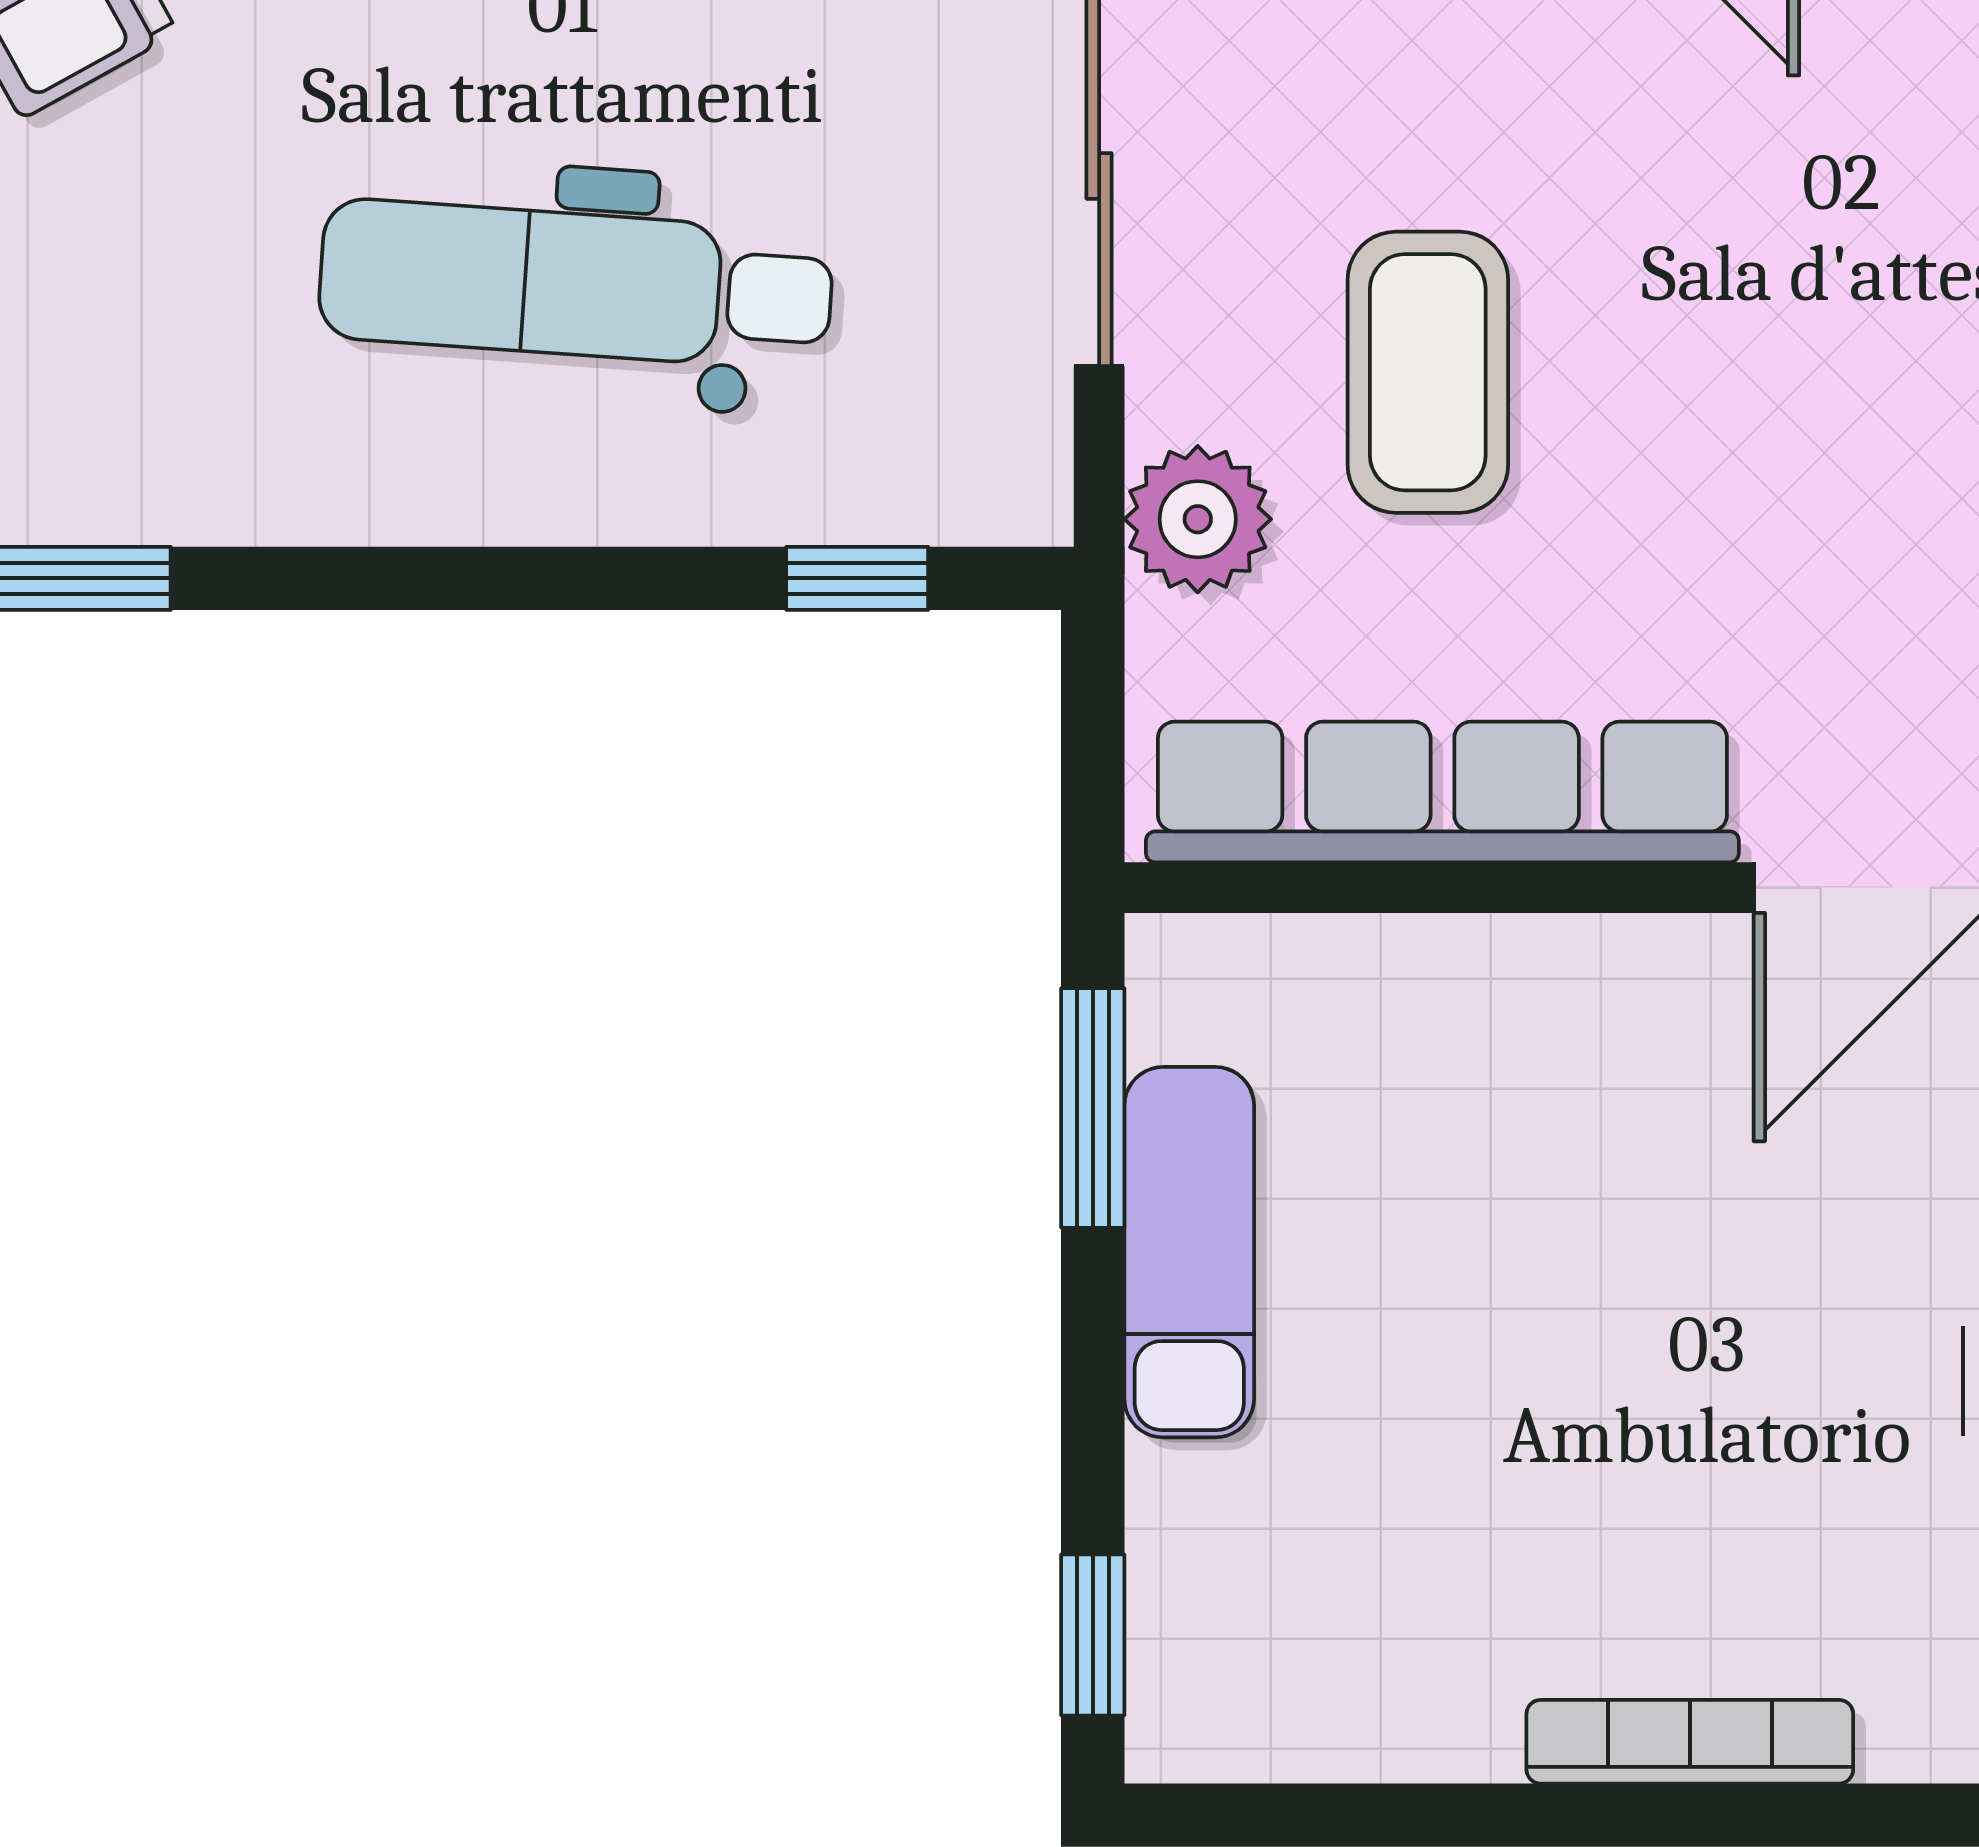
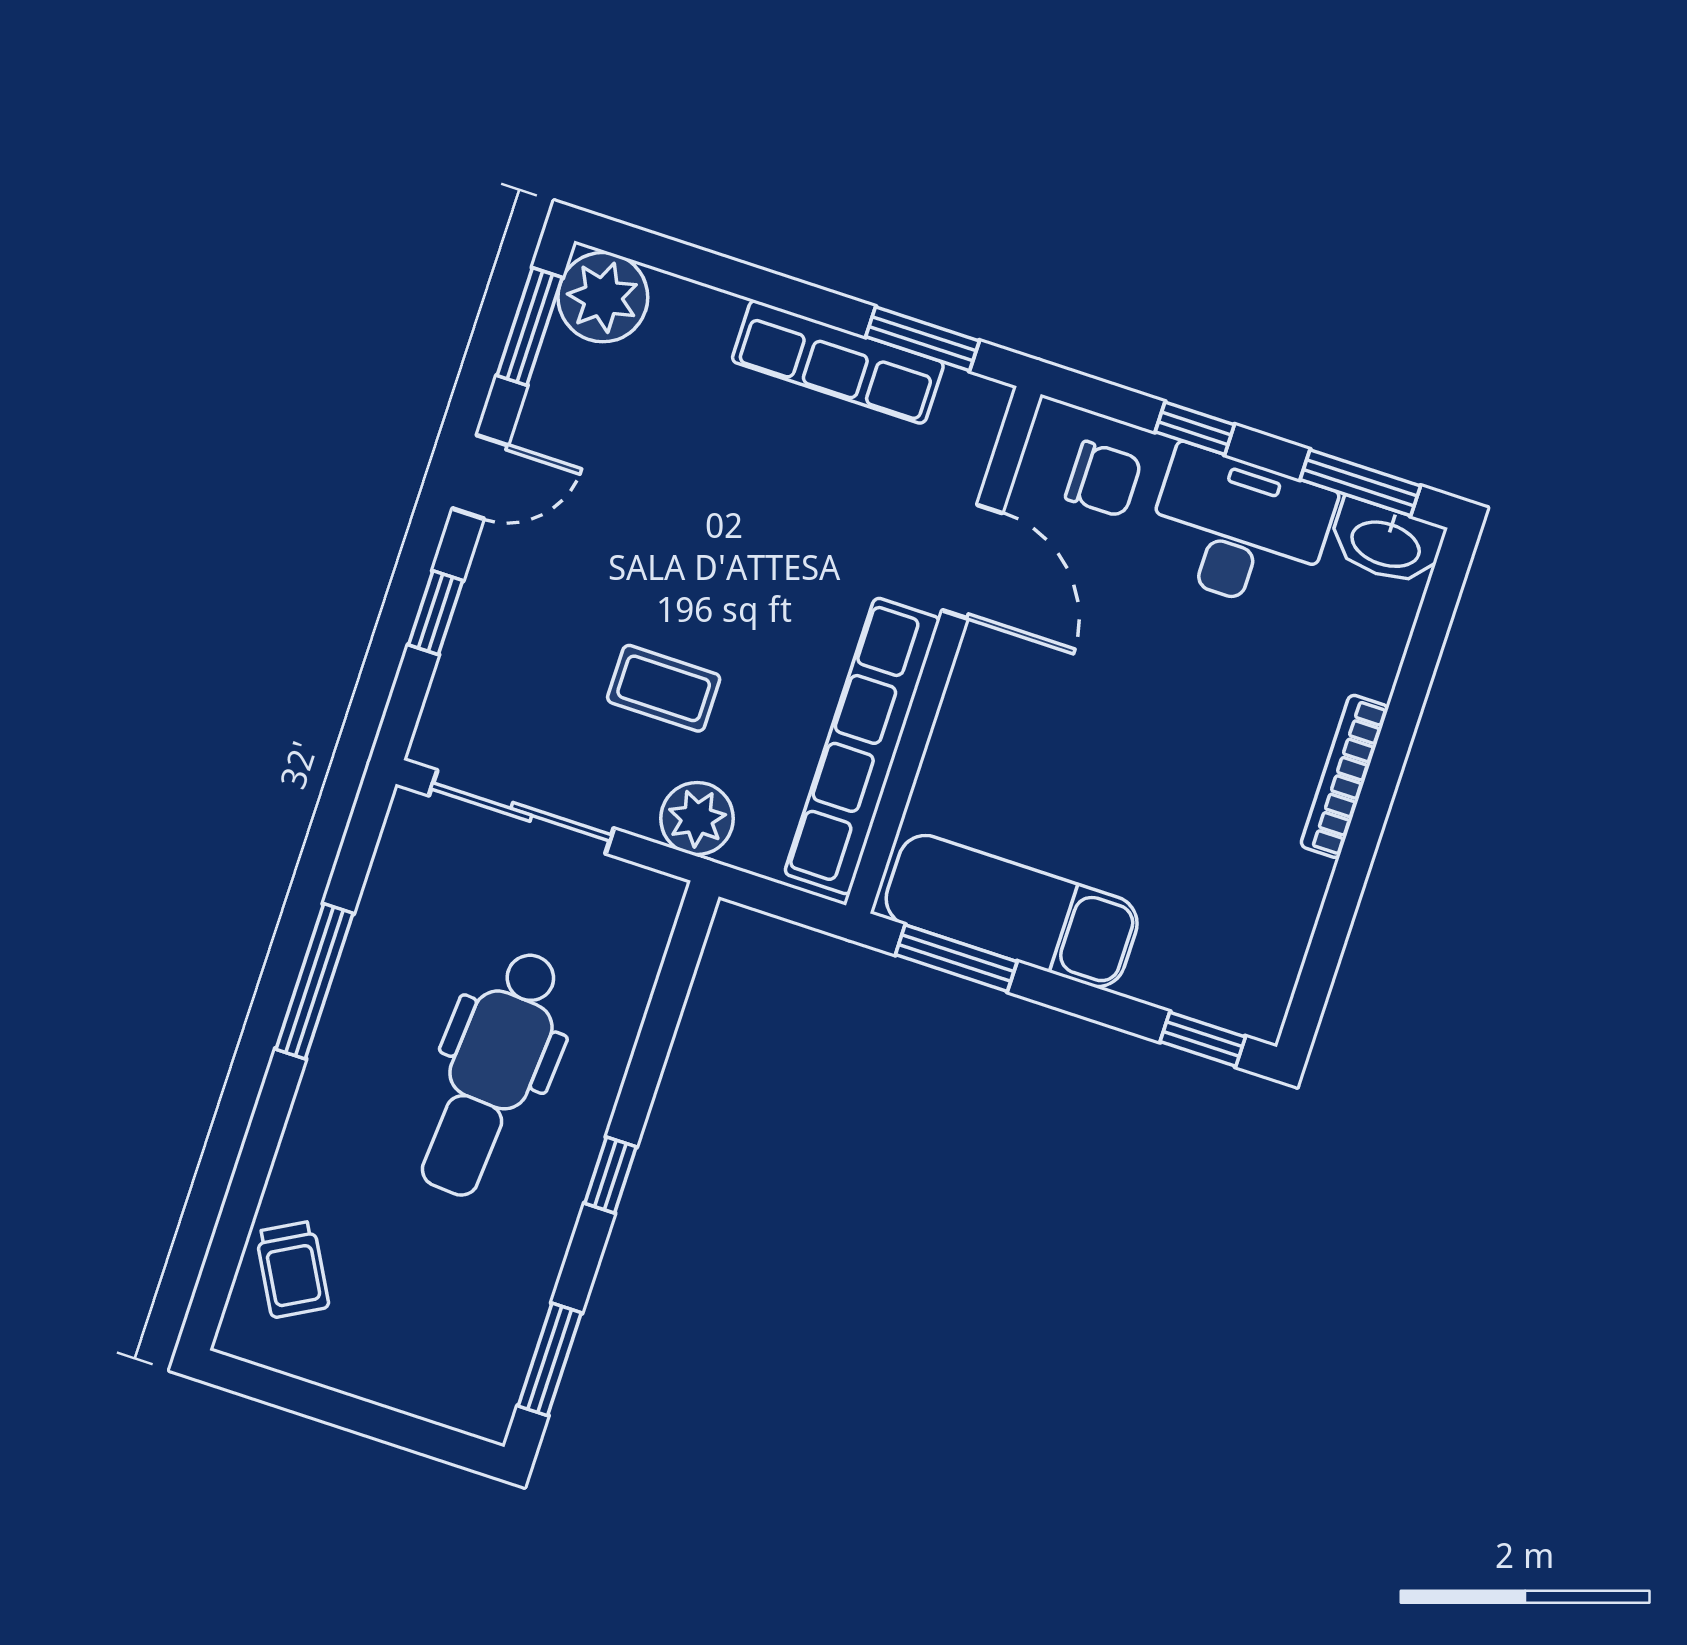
coffee table: (1428, 372) -> (664, 688), width x0.73, depth x0.77
window: (857, 578) -> (610, 1175), moved
exam couch: (1189, 1252) -> (1012, 911), width x1.36, depth x1.45

